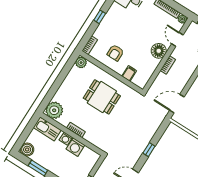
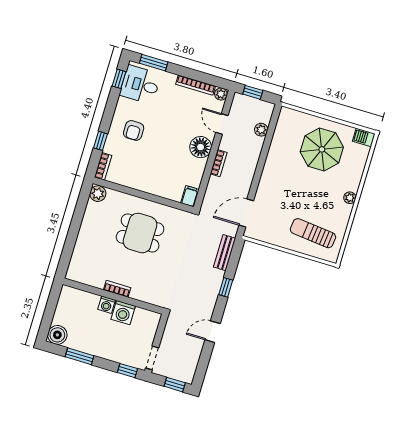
window: (100, 17) -> (100, 141), moved
armchair: (115, 53) -> (134, 130), moved
filing cabinet: (129, 73) -> (190, 196), moved
plant: (54, 110) -> (79, 270), removed
bench: (155, 126) -> (225, 253), added
kitchen sink: (47, 129) -> (77, 298), removed

